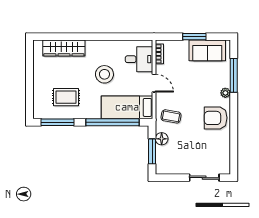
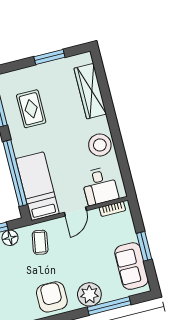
window: (29, 73) -> (49, 57), added
stool: (104, 74) -> (100, 145), moved
plant: (225, 93) -> (89, 294), width x1.88, depth x1.88

